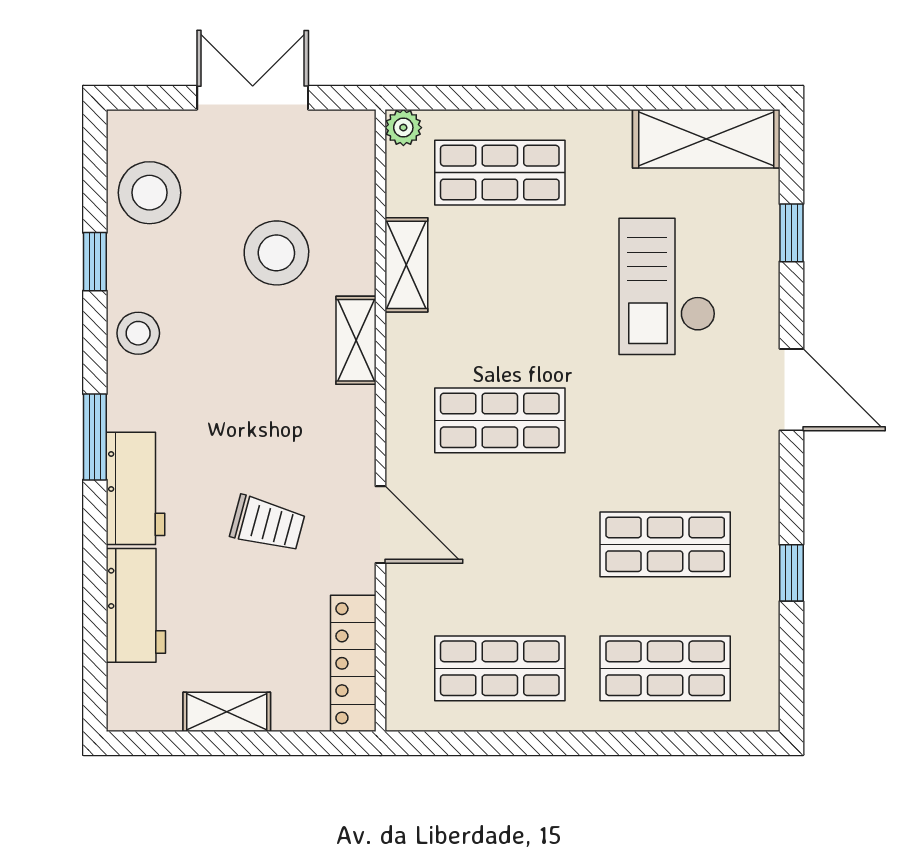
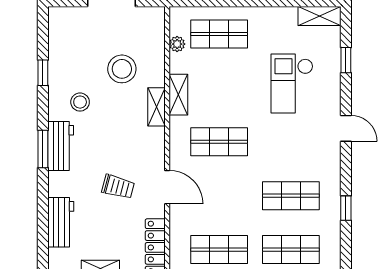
plant: (403, 128) -> (177, 44), moved
shelving: (706, 139) -> (320, 16), width x0.67, depth x0.75
stool: (149, 193) -> (67, 43), removed
shelving: (406, 265) -> (178, 95), moved
stool: (138, 333) -> (80, 102), moved
door: (791, 390) -> (346, 128), width x0.73
workbench: (136, 488) -> (61, 146), moved

